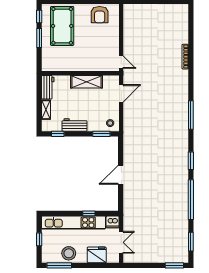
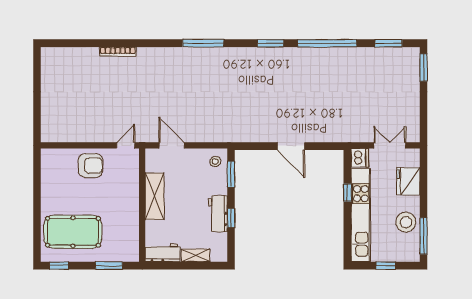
armchair: (100, 15) -> (90, 166), moved
window: (39, 38) -> (109, 266), moved
window: (58, 134) -> (231, 218), moved

